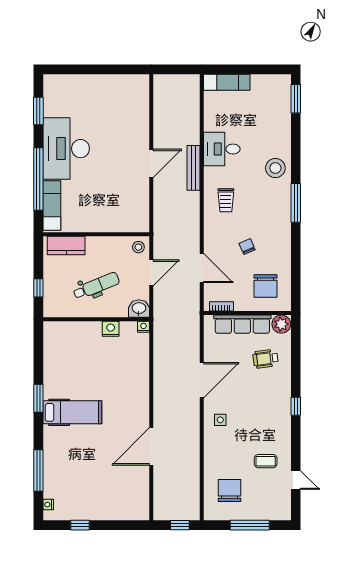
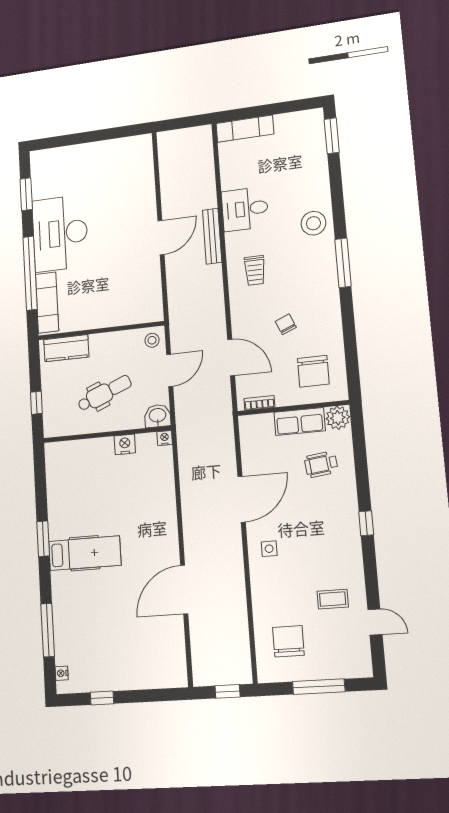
row of seats: (242, 324) -> (299, 421), width x0.68

